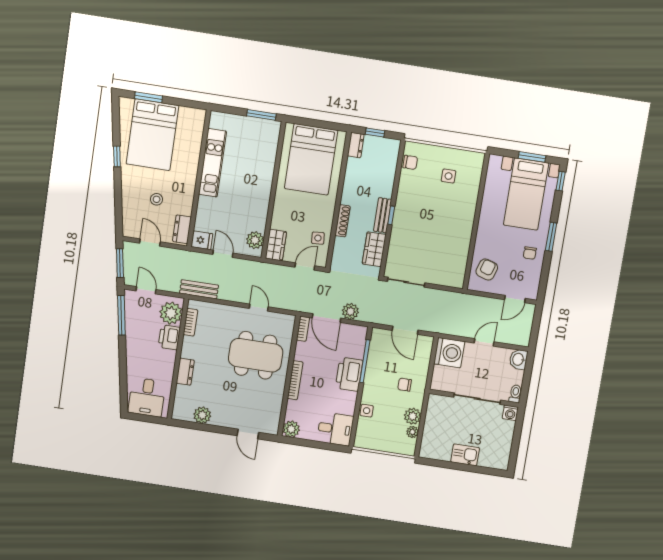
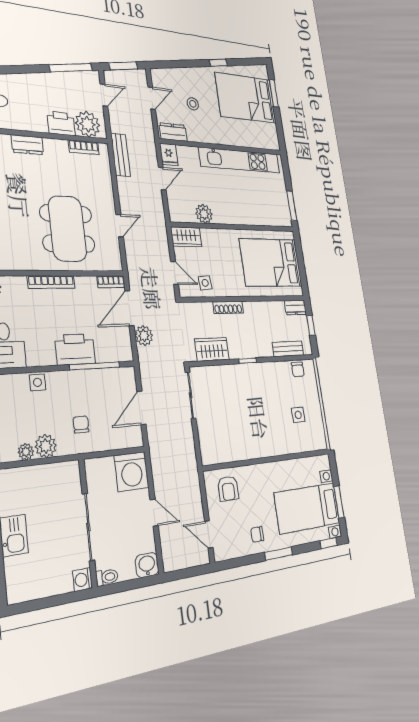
kitchen unit: (213, 163) -> (240, 160), width x1.36
bench: (383, 215) -> (288, 349), moved
plant: (255, 240) -> (204, 214), moved
armchair: (487, 269) -> (228, 488), turned 73

